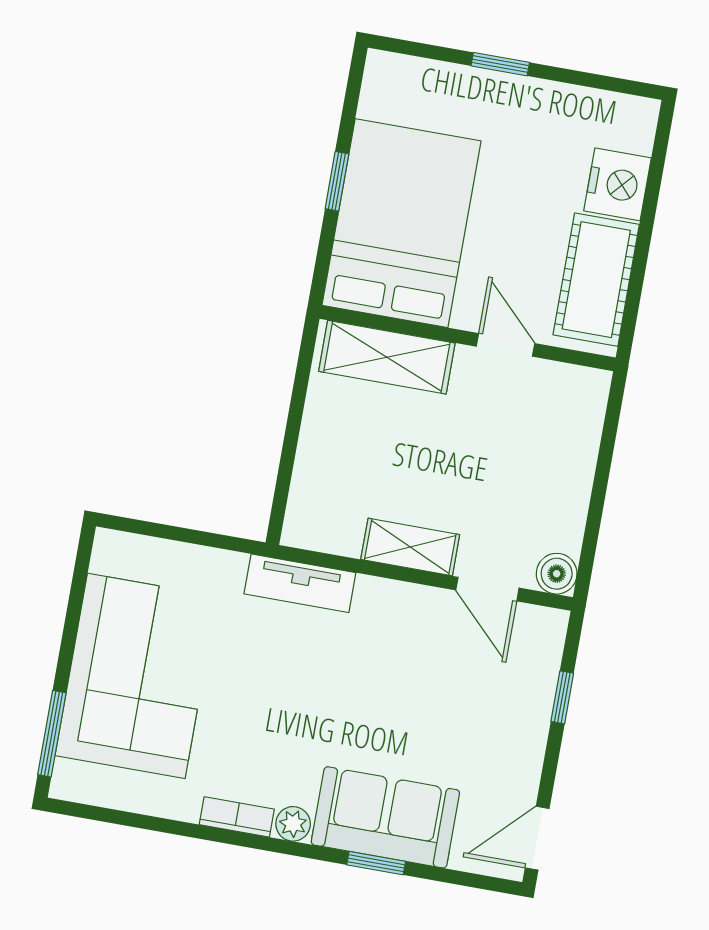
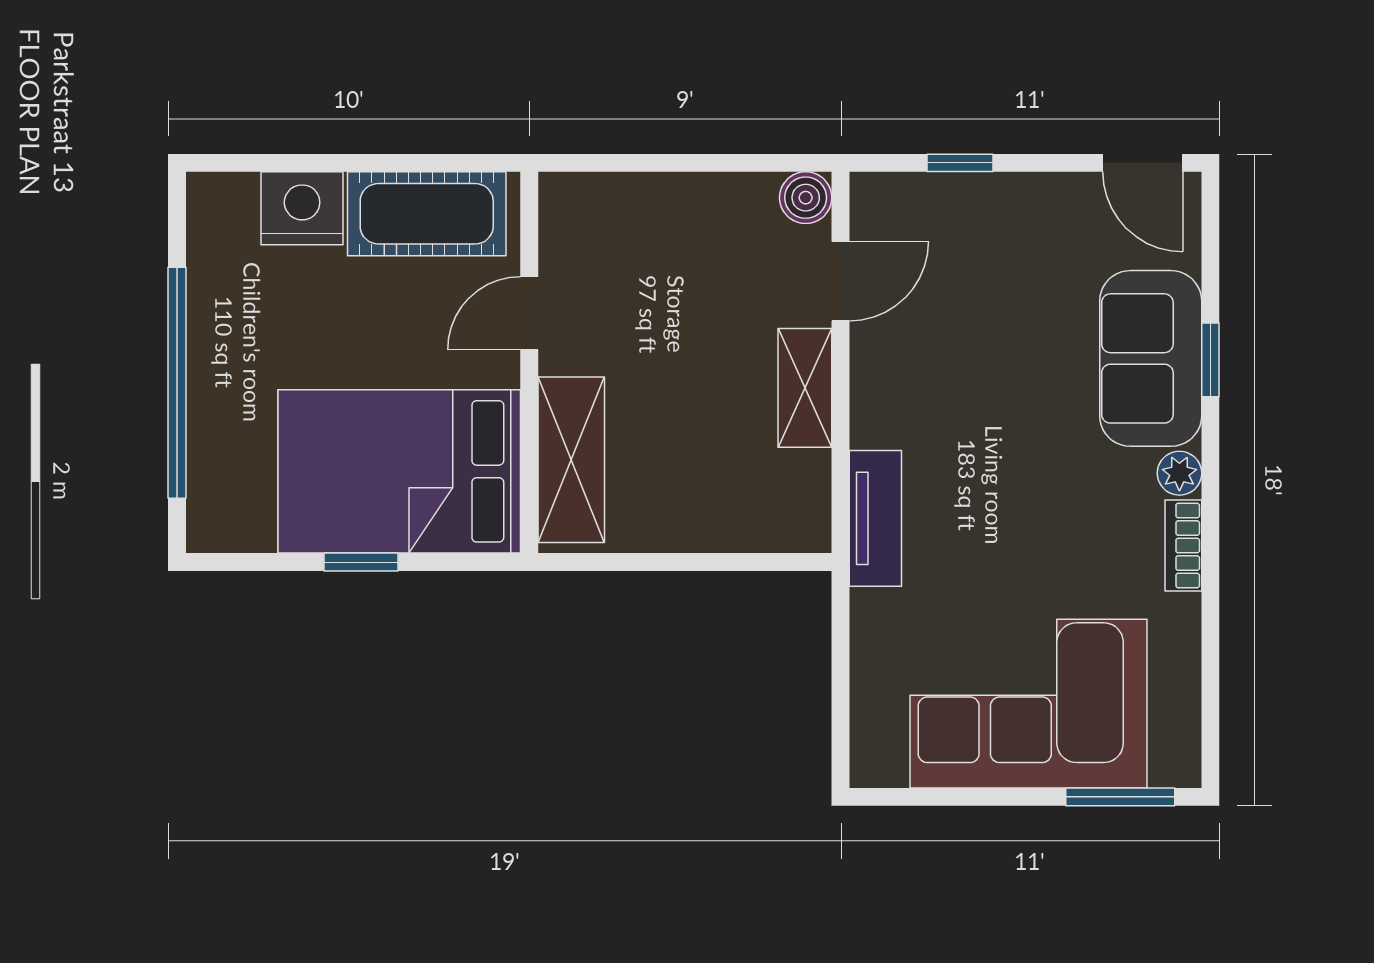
window: (500, 64) -> (177, 383), width x3.17

